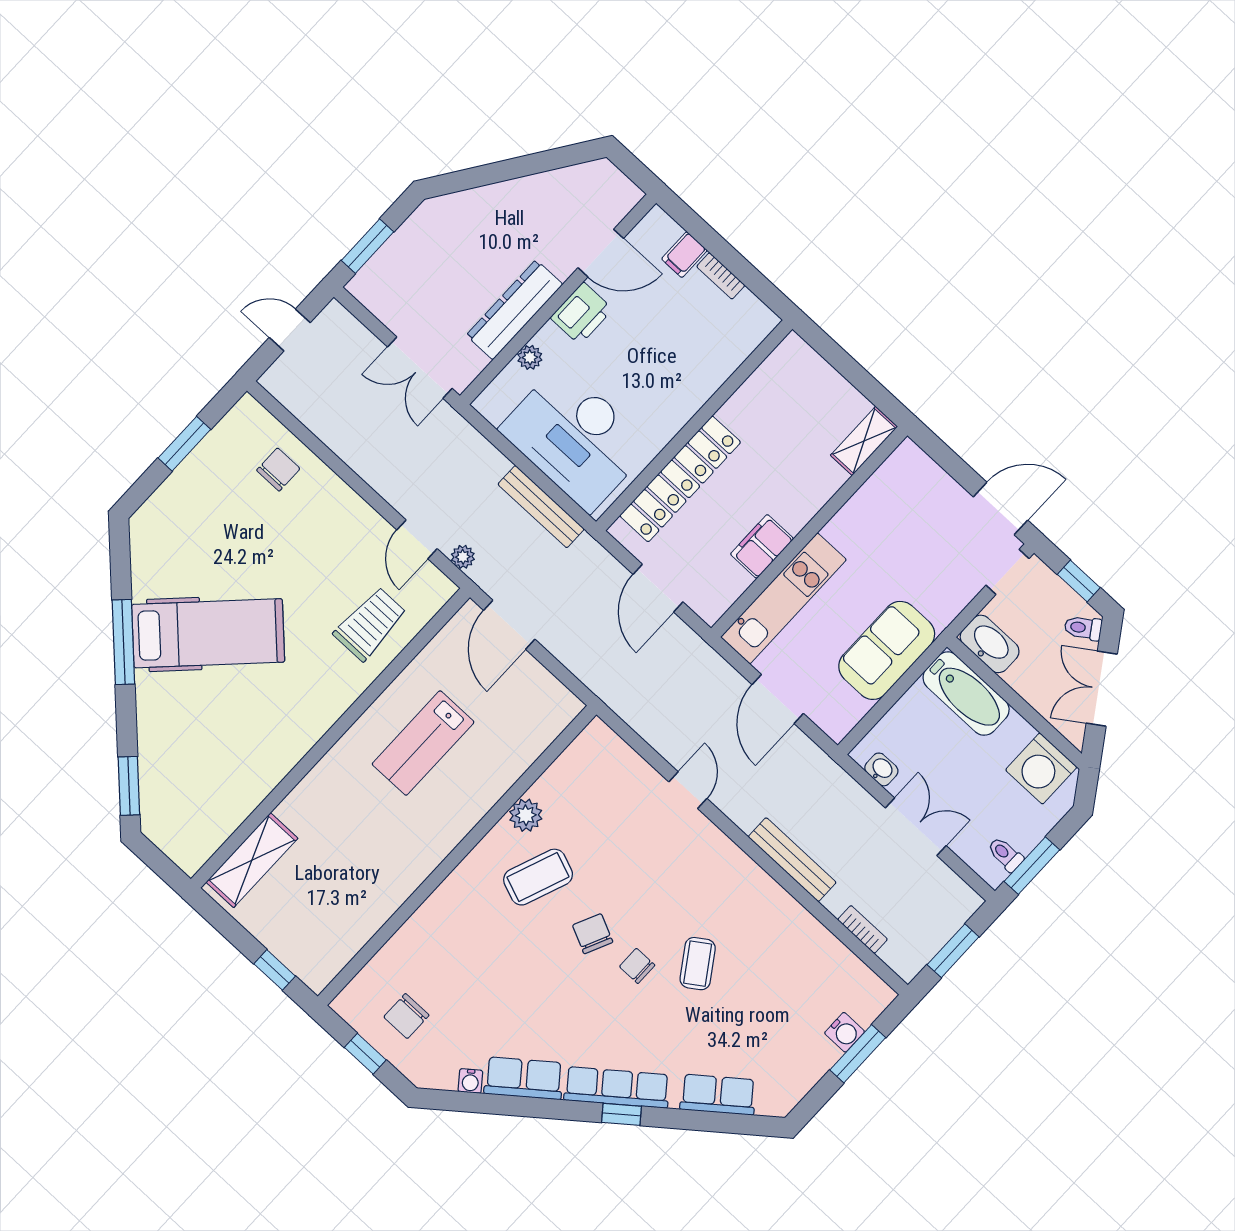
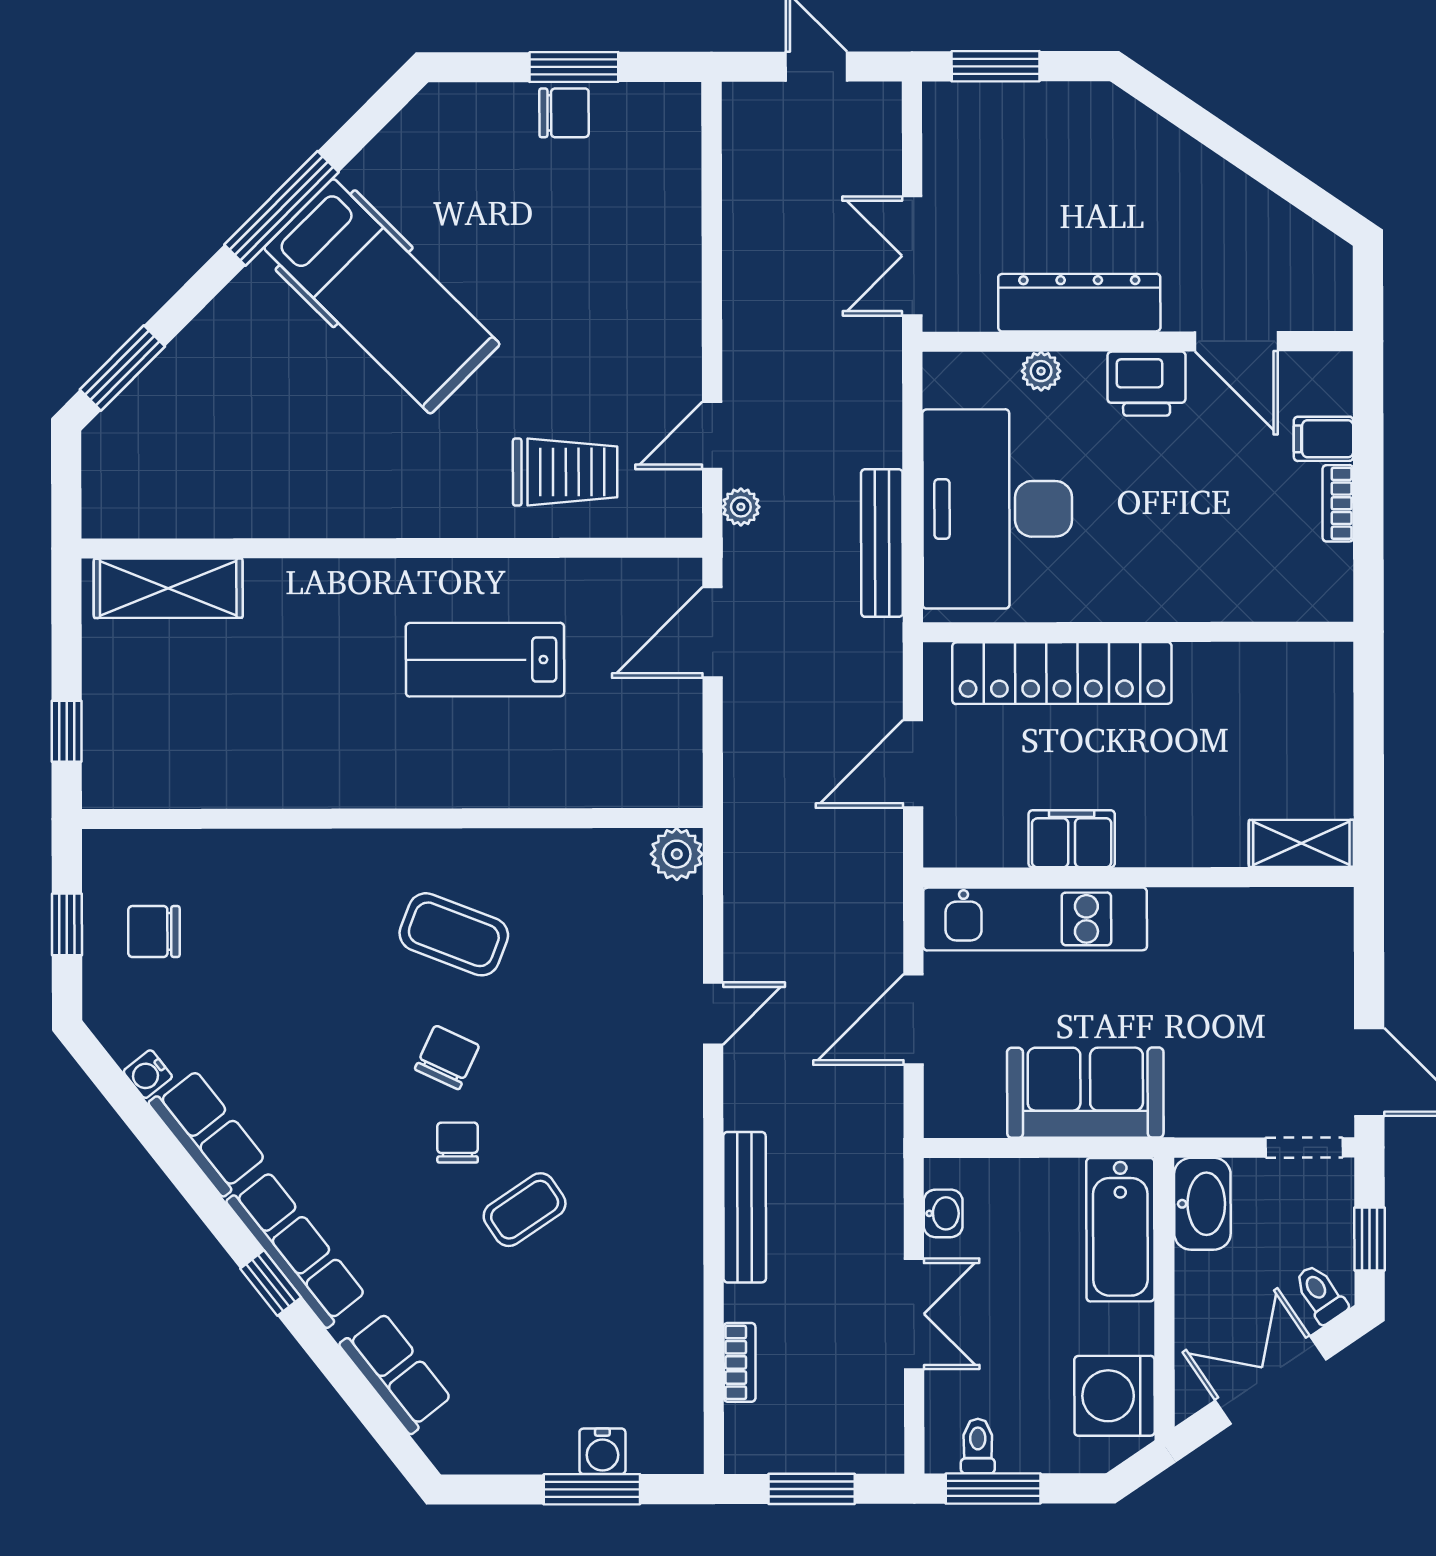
chair: (278, 469) -> (564, 113), moved
plant: (526, 815) -> (677, 854), moved

